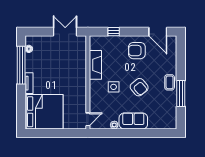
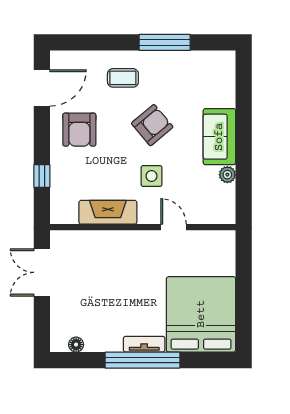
window: (21, 65) -> (142, 360), moved
coffee table: (170, 82) -> (123, 78), moved
door: (88, 119) -> (173, 227), moved

